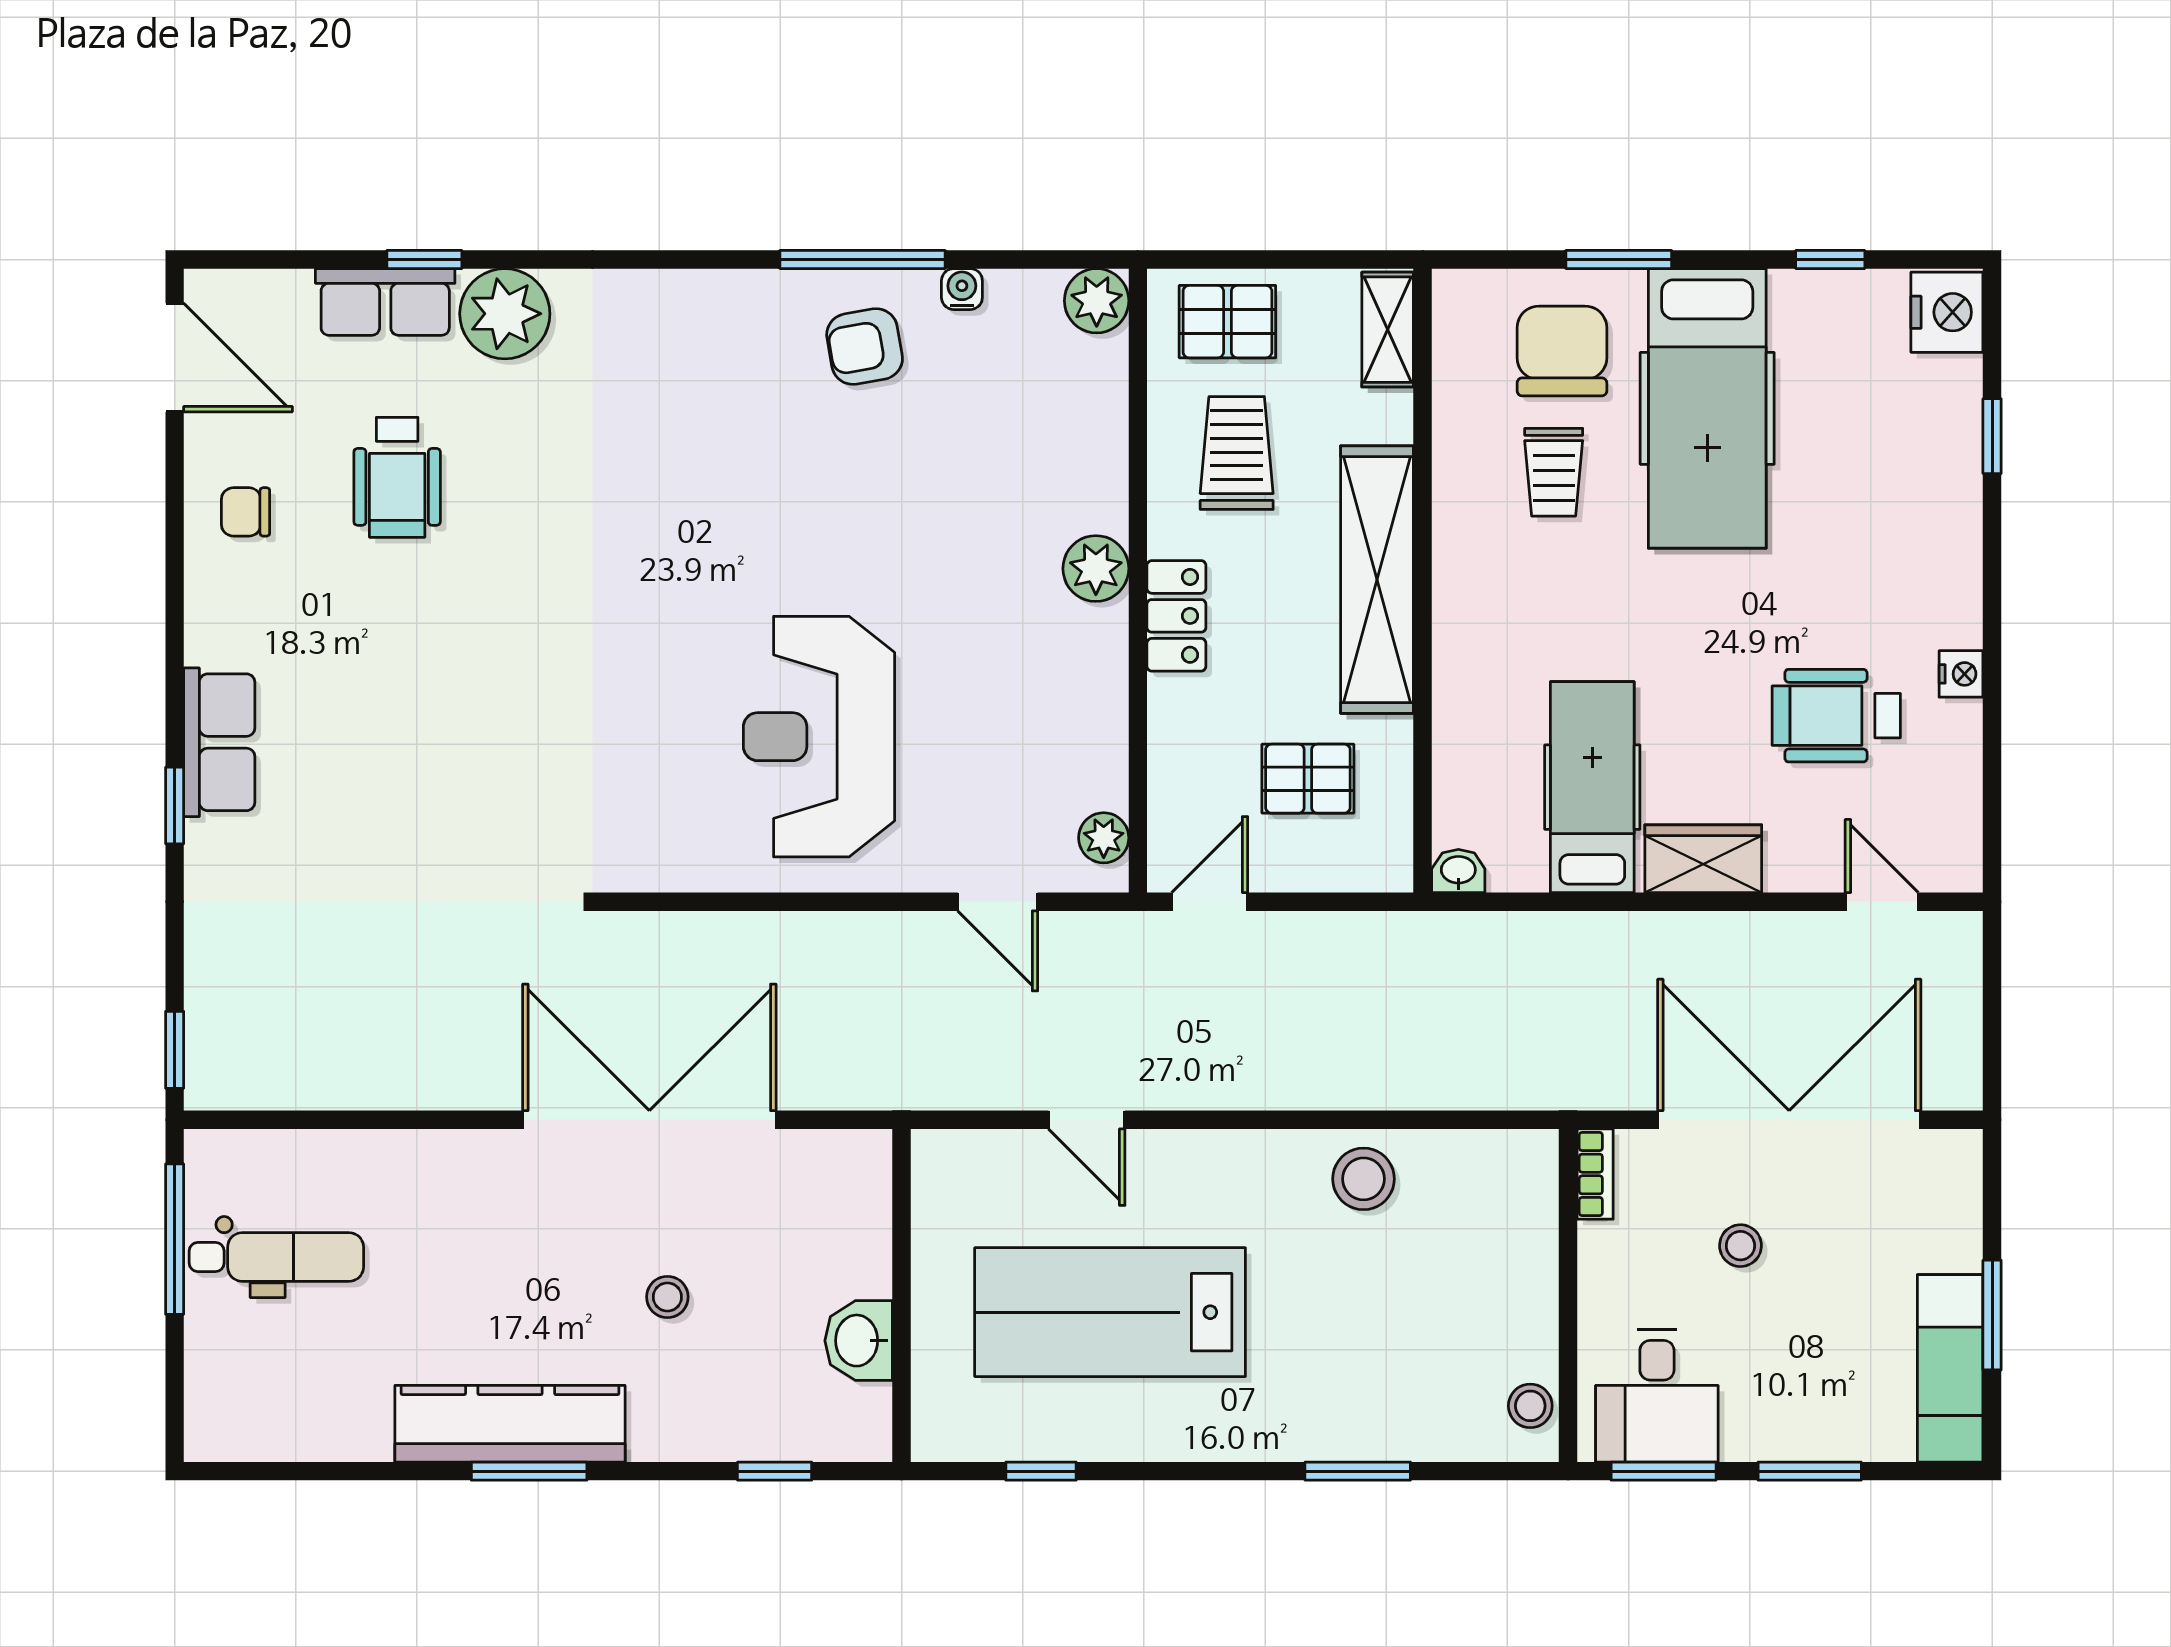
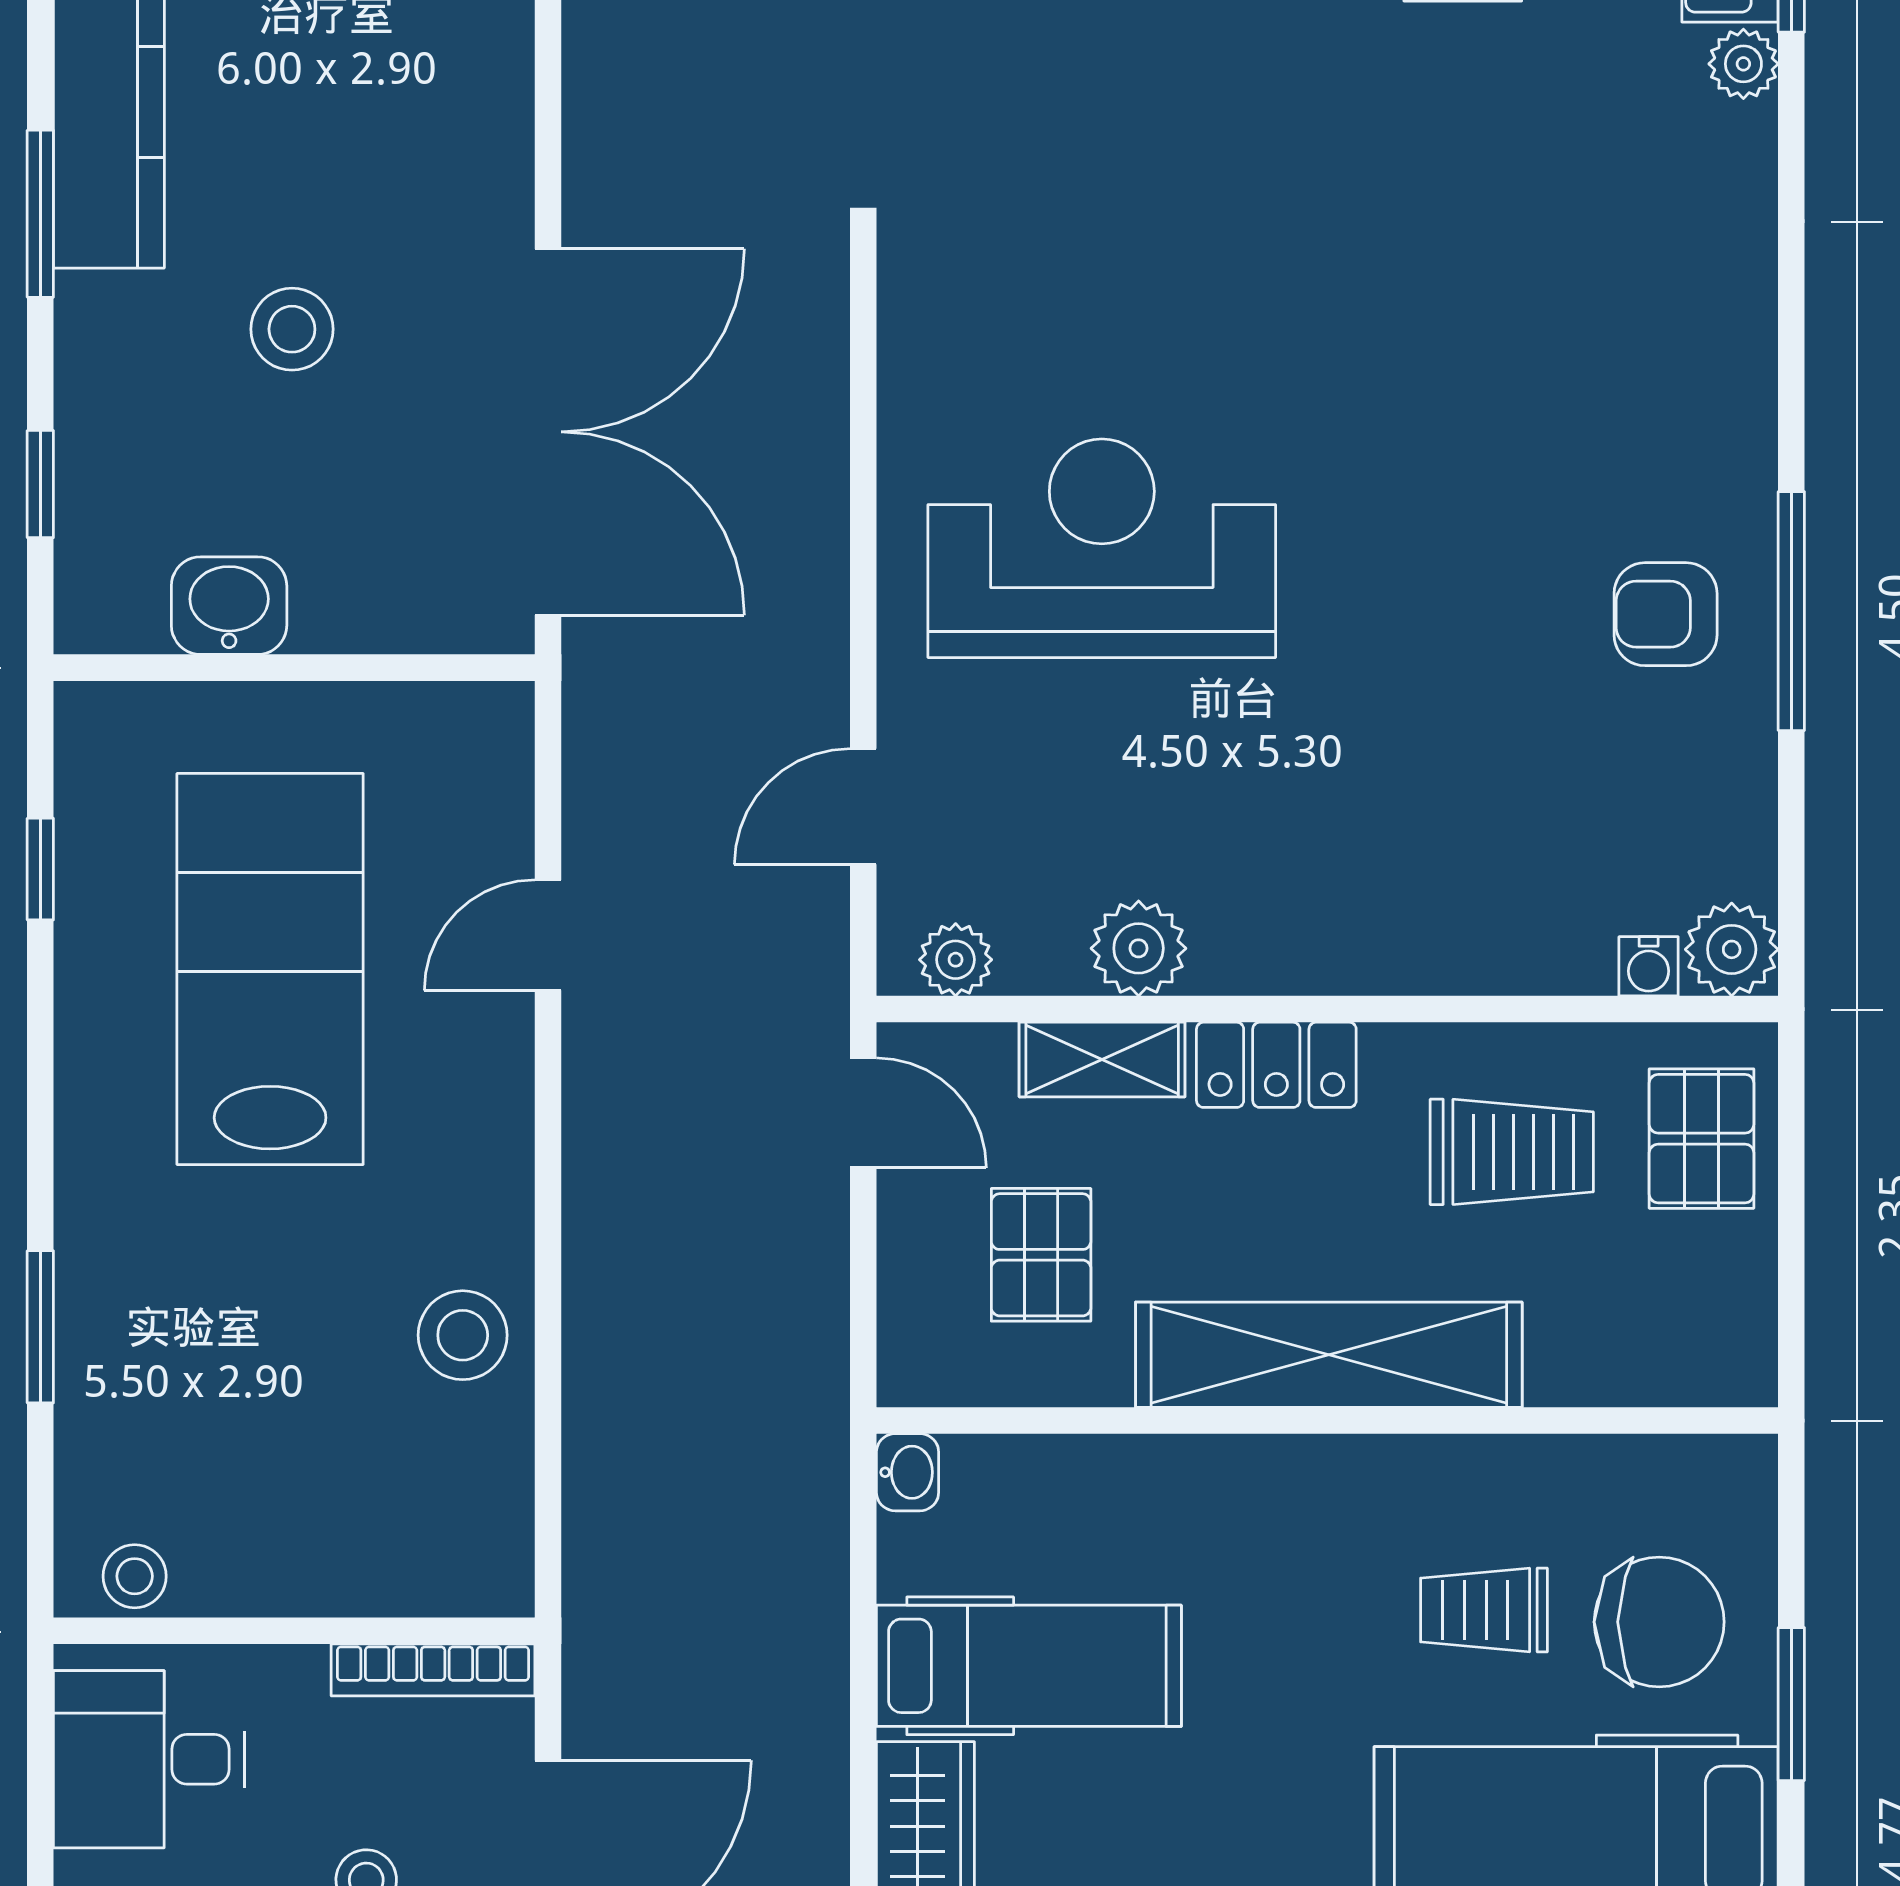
water cooler: (962, 289) -> (1649, 966), moved, turned 90
plant: (505, 314) -> (1743, 64), width x0.53, depth x0.53
shelving: (1388, 330) -> (1102, 1060), moved
armchair: (865, 347) -> (1666, 614), turned -80
plant: (1096, 569) -> (1139, 948), moved
double door: (649, 1120) -> (548, 432), moved
bookcase: (1595, 1174) -> (433, 1670), width x1.56
stool: (667, 1297) -> (292, 329), width x1.37, depth x1.37
window: (529, 1471) -> (40, 214), moved
window: (1664, 1471) -> (40, 1769), removed

